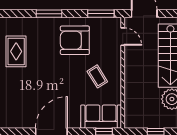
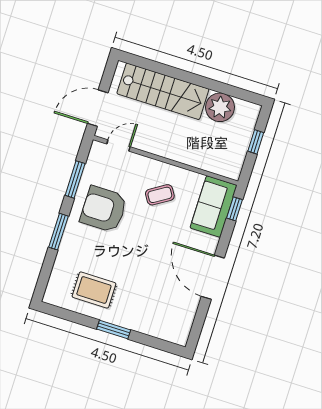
window: (101, 14) -> (75, 179), moved
armchair: (75, 40) -> (104, 209), turned 90

